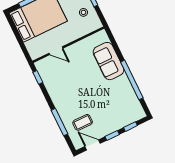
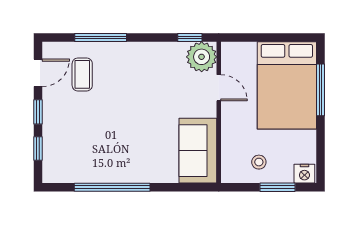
door: (56, 51) -> (219, 88), swing flipped
sofa: (108, 61) -> (198, 151), moved, turned -90
plant: (45, 67) -> (202, 57), added

